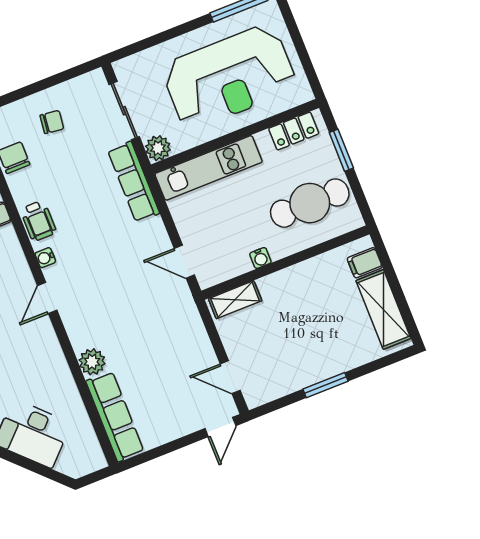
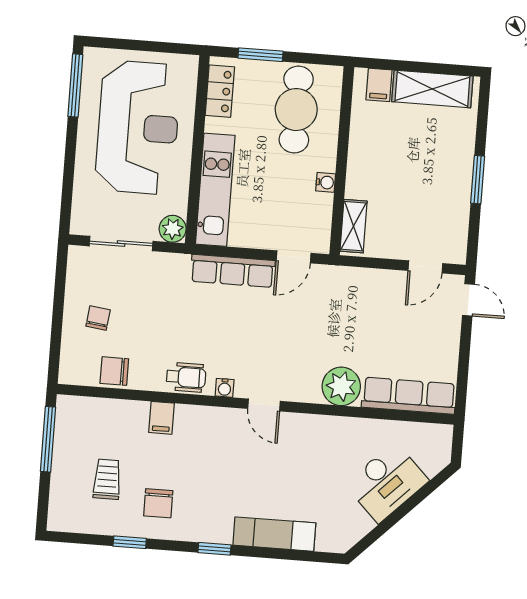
row of seats: (134, 182) -> (233, 271), moved
plant: (92, 362) -> (341, 386), width x1.36, depth x1.36

